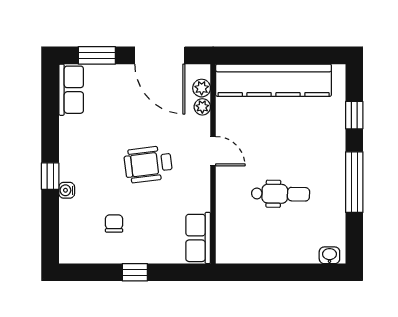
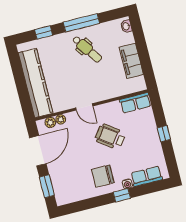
row of seats: (71, 90) -> (147, 176), moved
door: (213, 151) -> (84, 107), swing flipped
wheelchair: (148, 164) -> (110, 137), moved, turned 133
dental chair: (281, 194) -> (87, 49), moved, turned 144
chair: (114, 223) -> (103, 176), moved, width x1.87, depth x1.87
filing cabinet: (270, 249) -> (131, 61), added

